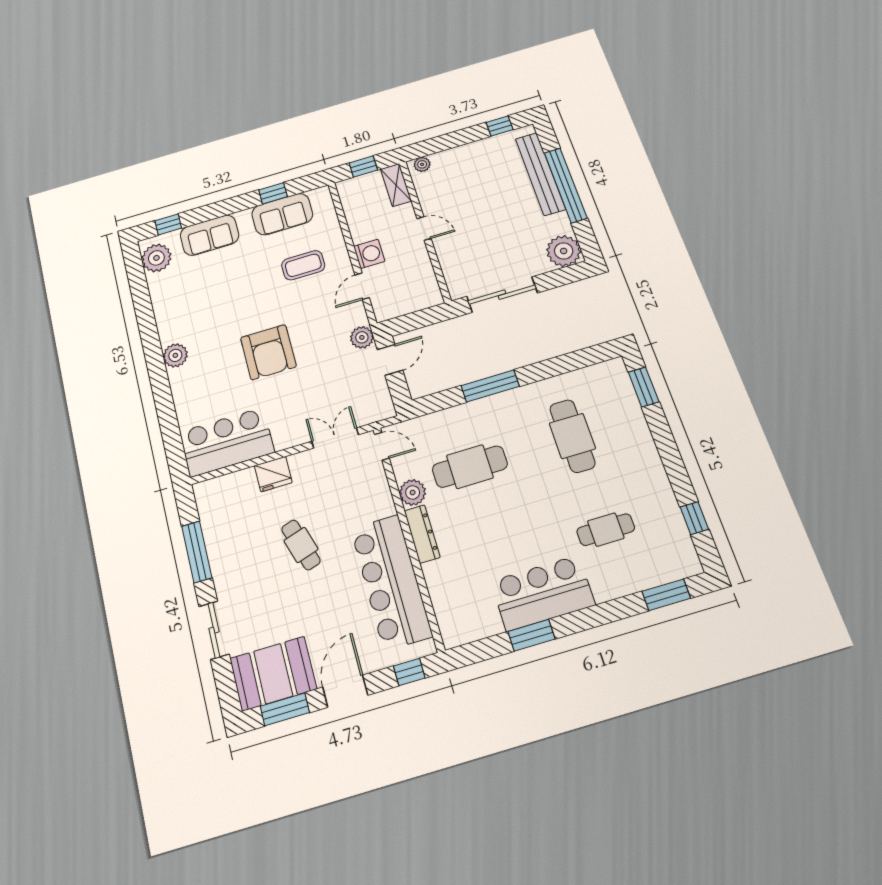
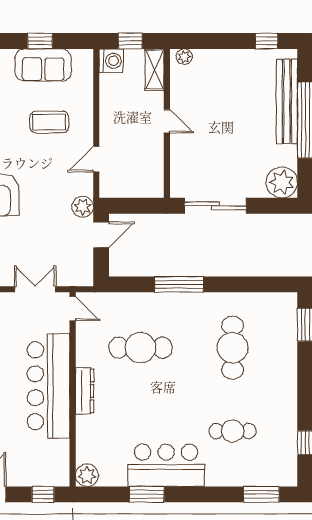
washing machine: (369, 254) -> (111, 61), moved
plant: (413, 492) -> (87, 475), moved
bar counter: (391, 582) -> (48, 386), moved

